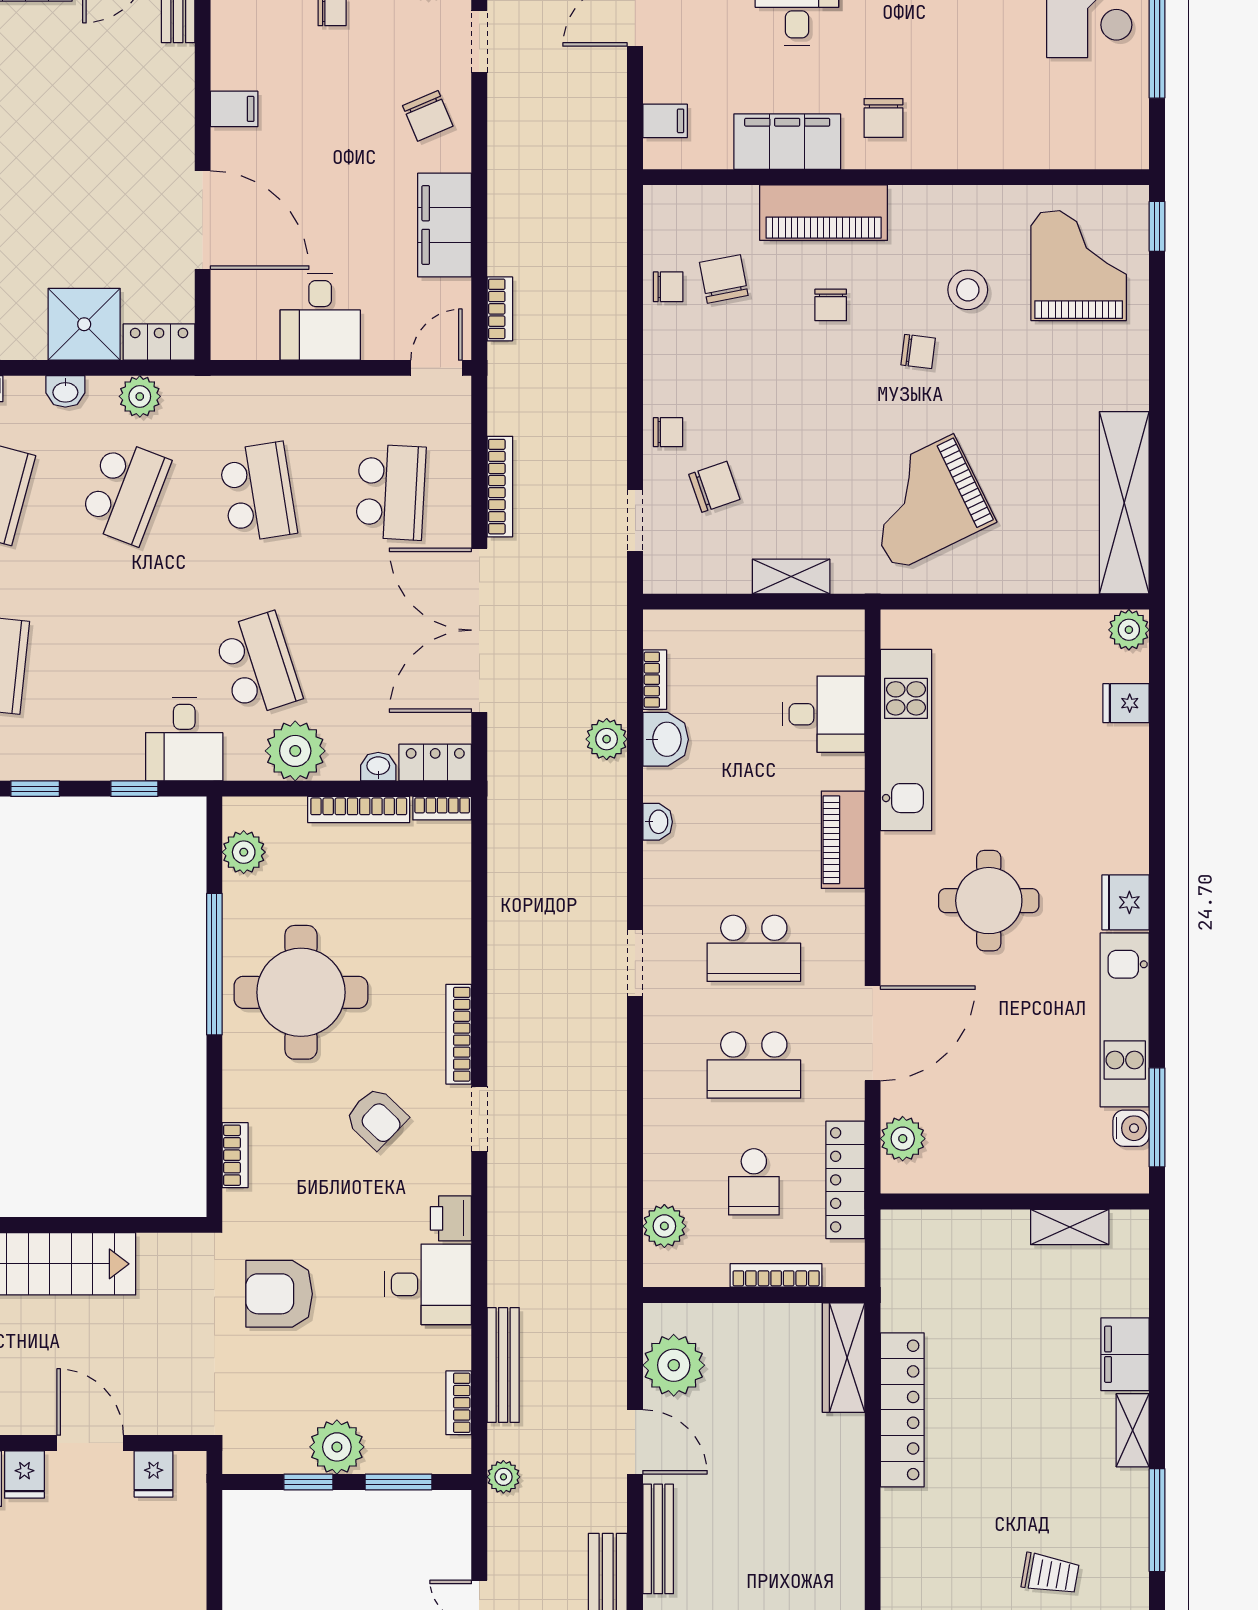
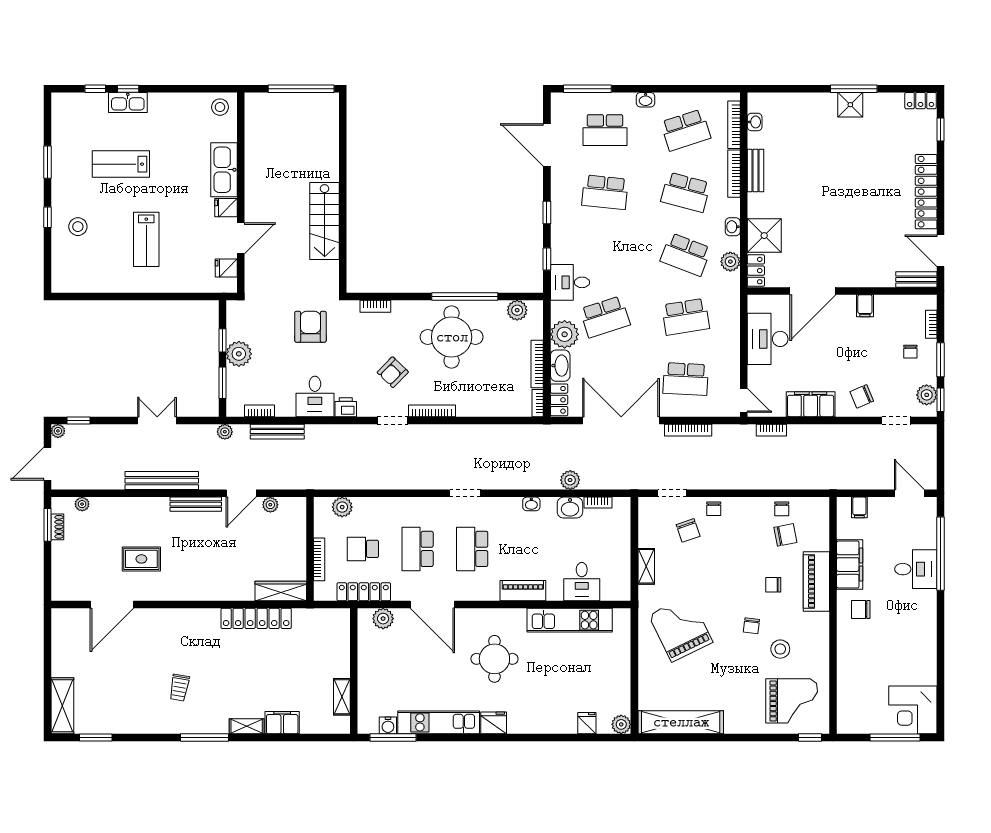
desk: (320, 317) -> (768, 339), width x1.37
washbasin: (378, 767) -> (560, 366), width x1.91, depth x1.45
plant: (674, 1365) -> (270, 505), width x0.53, depth x0.53

